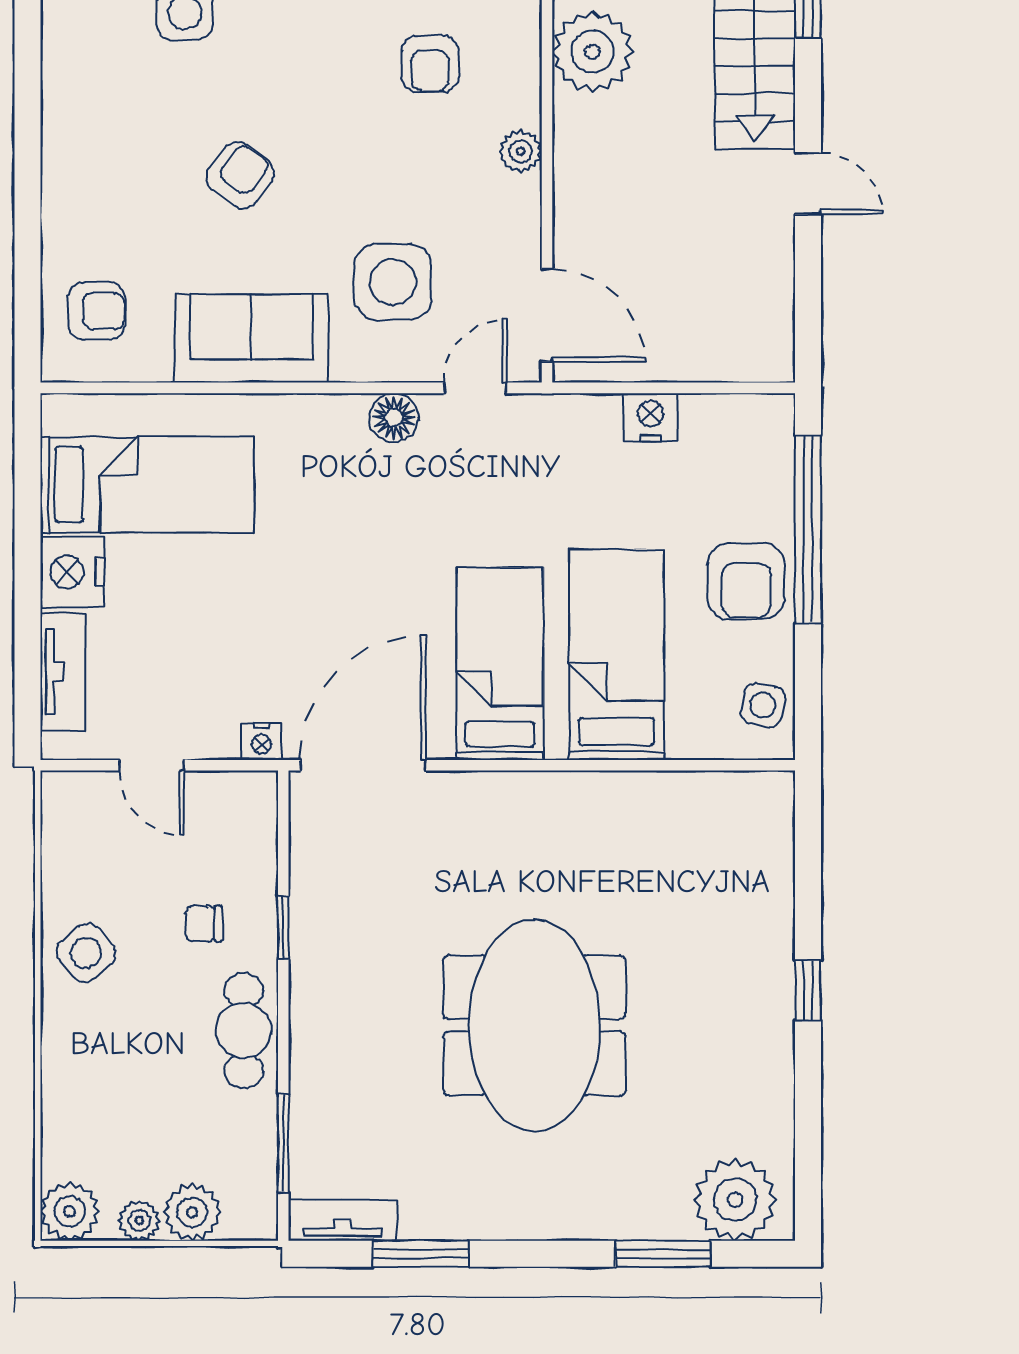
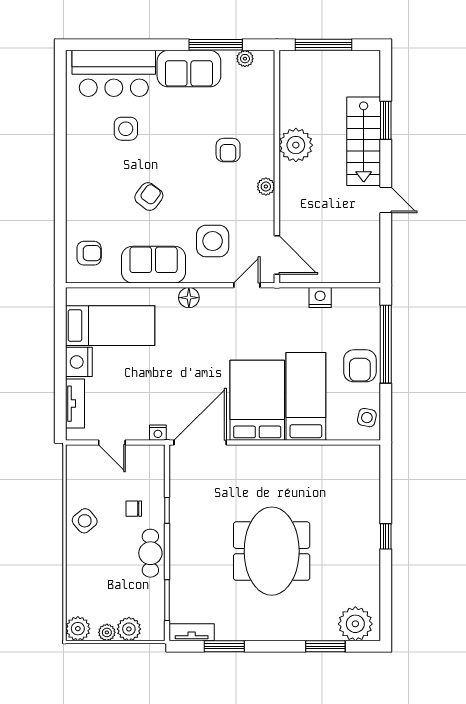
floor lamp: (394, 418) -> (189, 298), moved
bed: (500, 664) -> (257, 400), width x1.50

